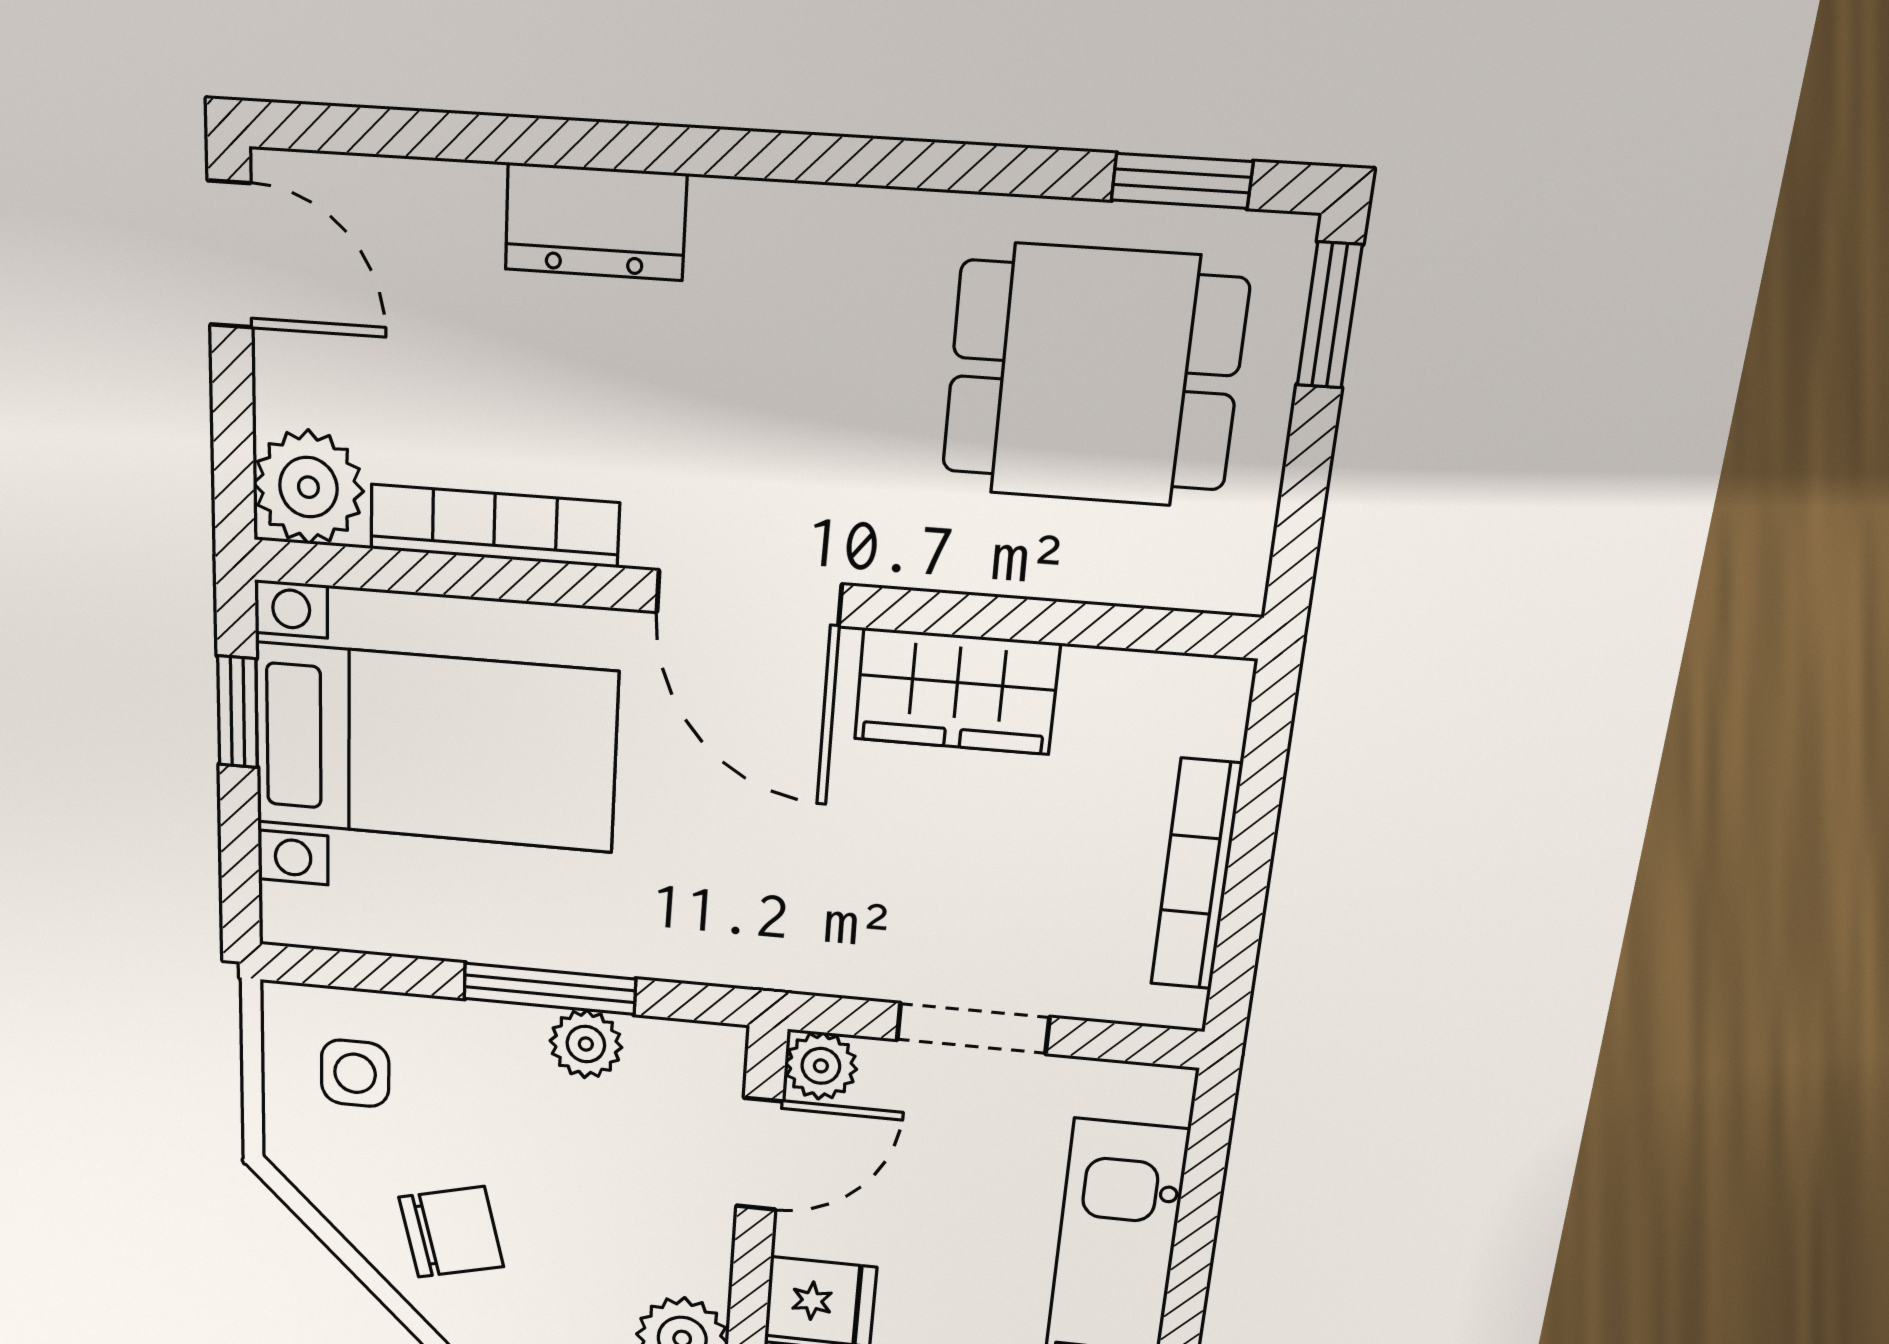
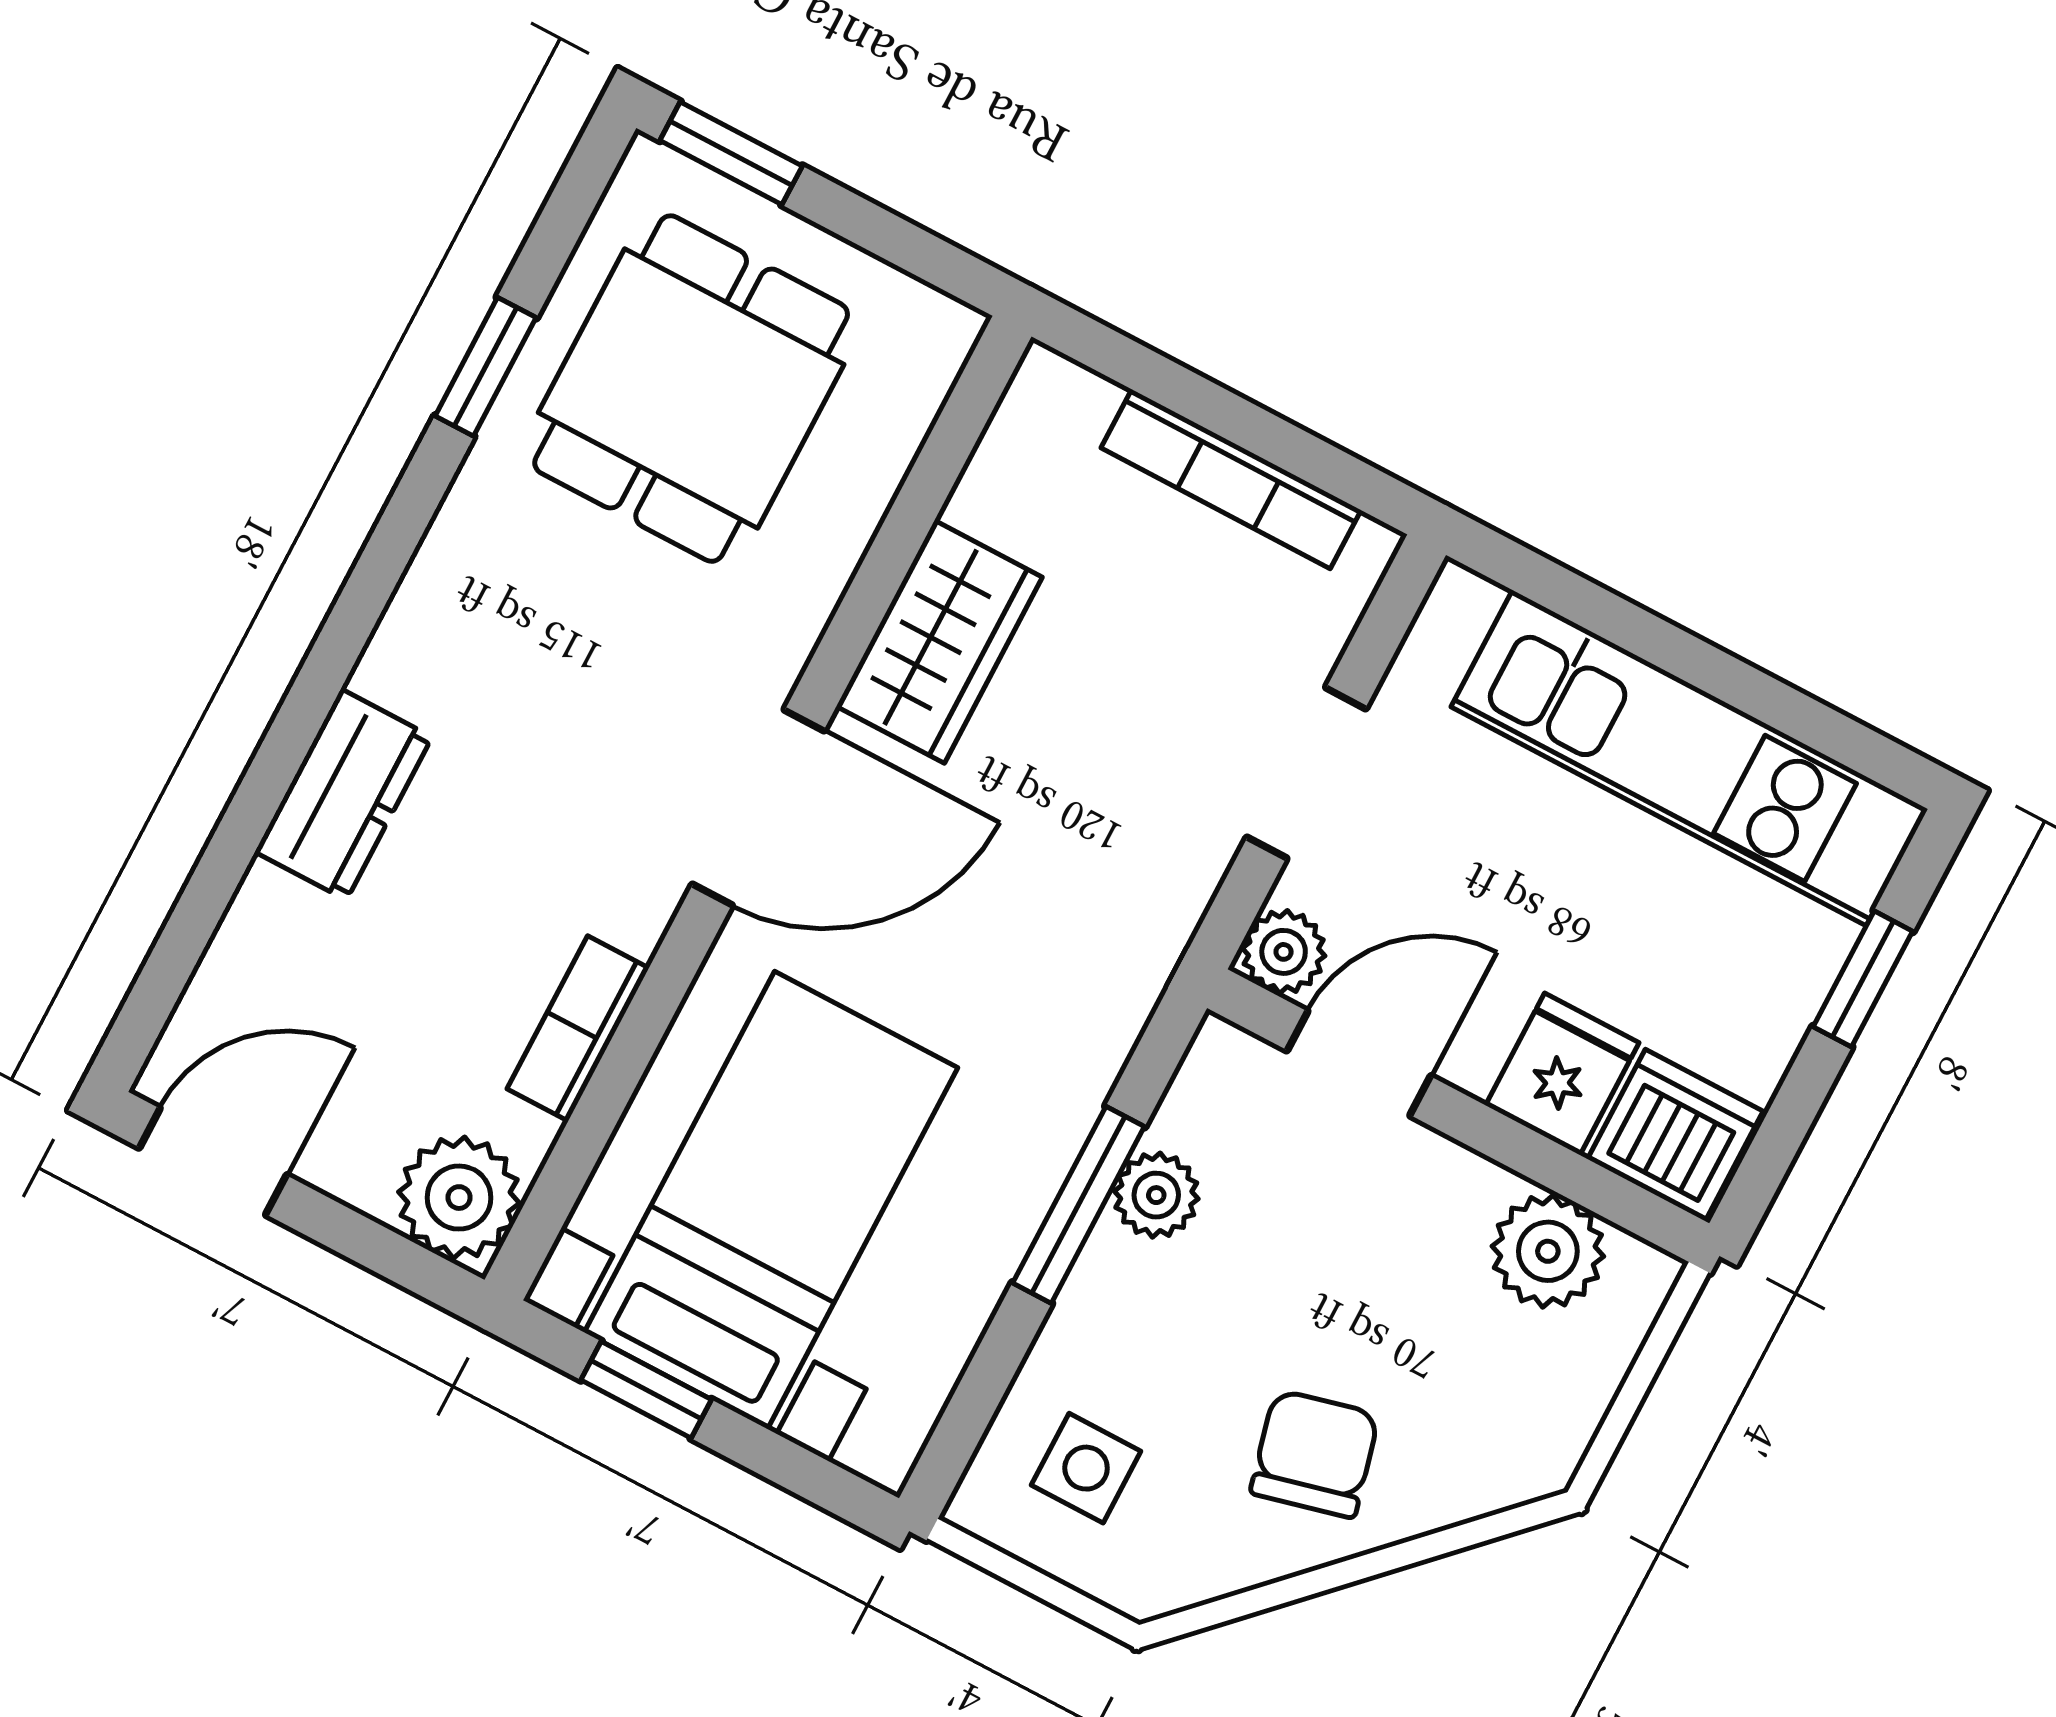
window: (1182, 181) -> (486, 367), moved
bookcase: (494, 526) -> (578, 1028), width x0.64
door: (760, 1154) -> (1359, 1063), hinge flipped

